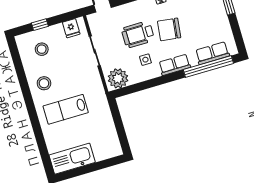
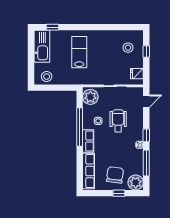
chair: (169, 29) -> (115, 175), moved
row of seats: (212, 53) -> (89, 171), width x1.48
window: (208, 66) -> (80, 127), moved
stool: (44, 83) -> (47, 76), moved
window: (44, 152) -> (52, 27), added

